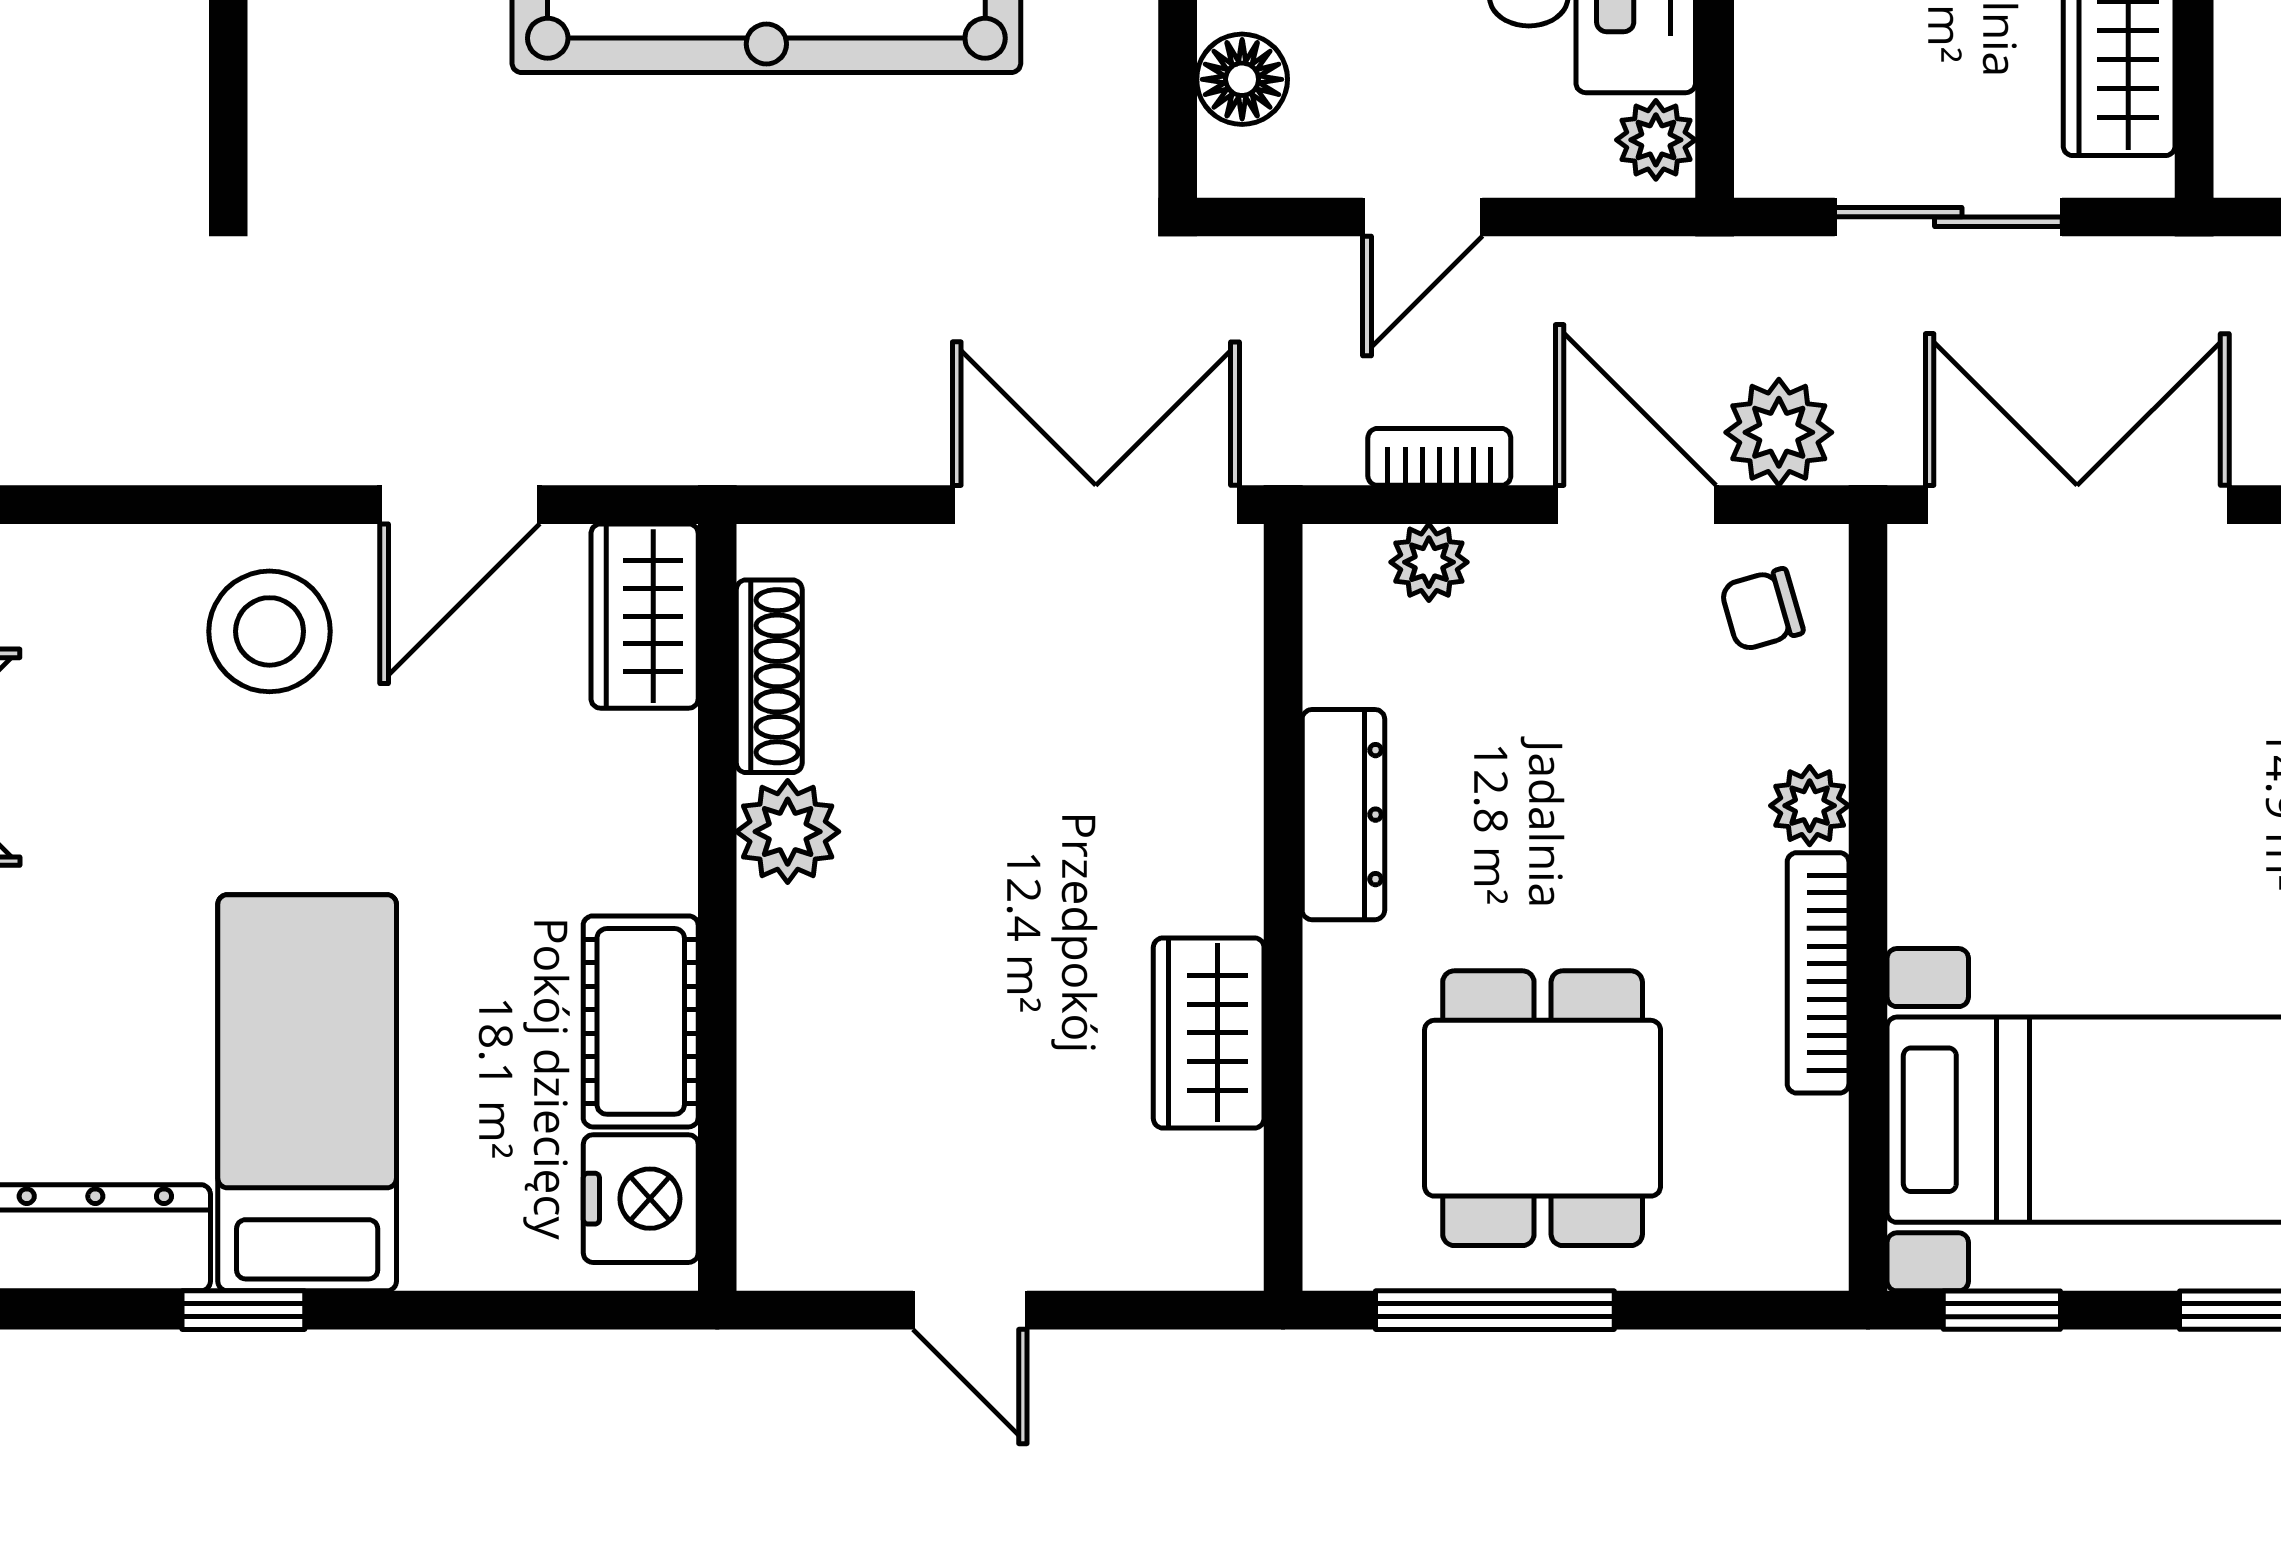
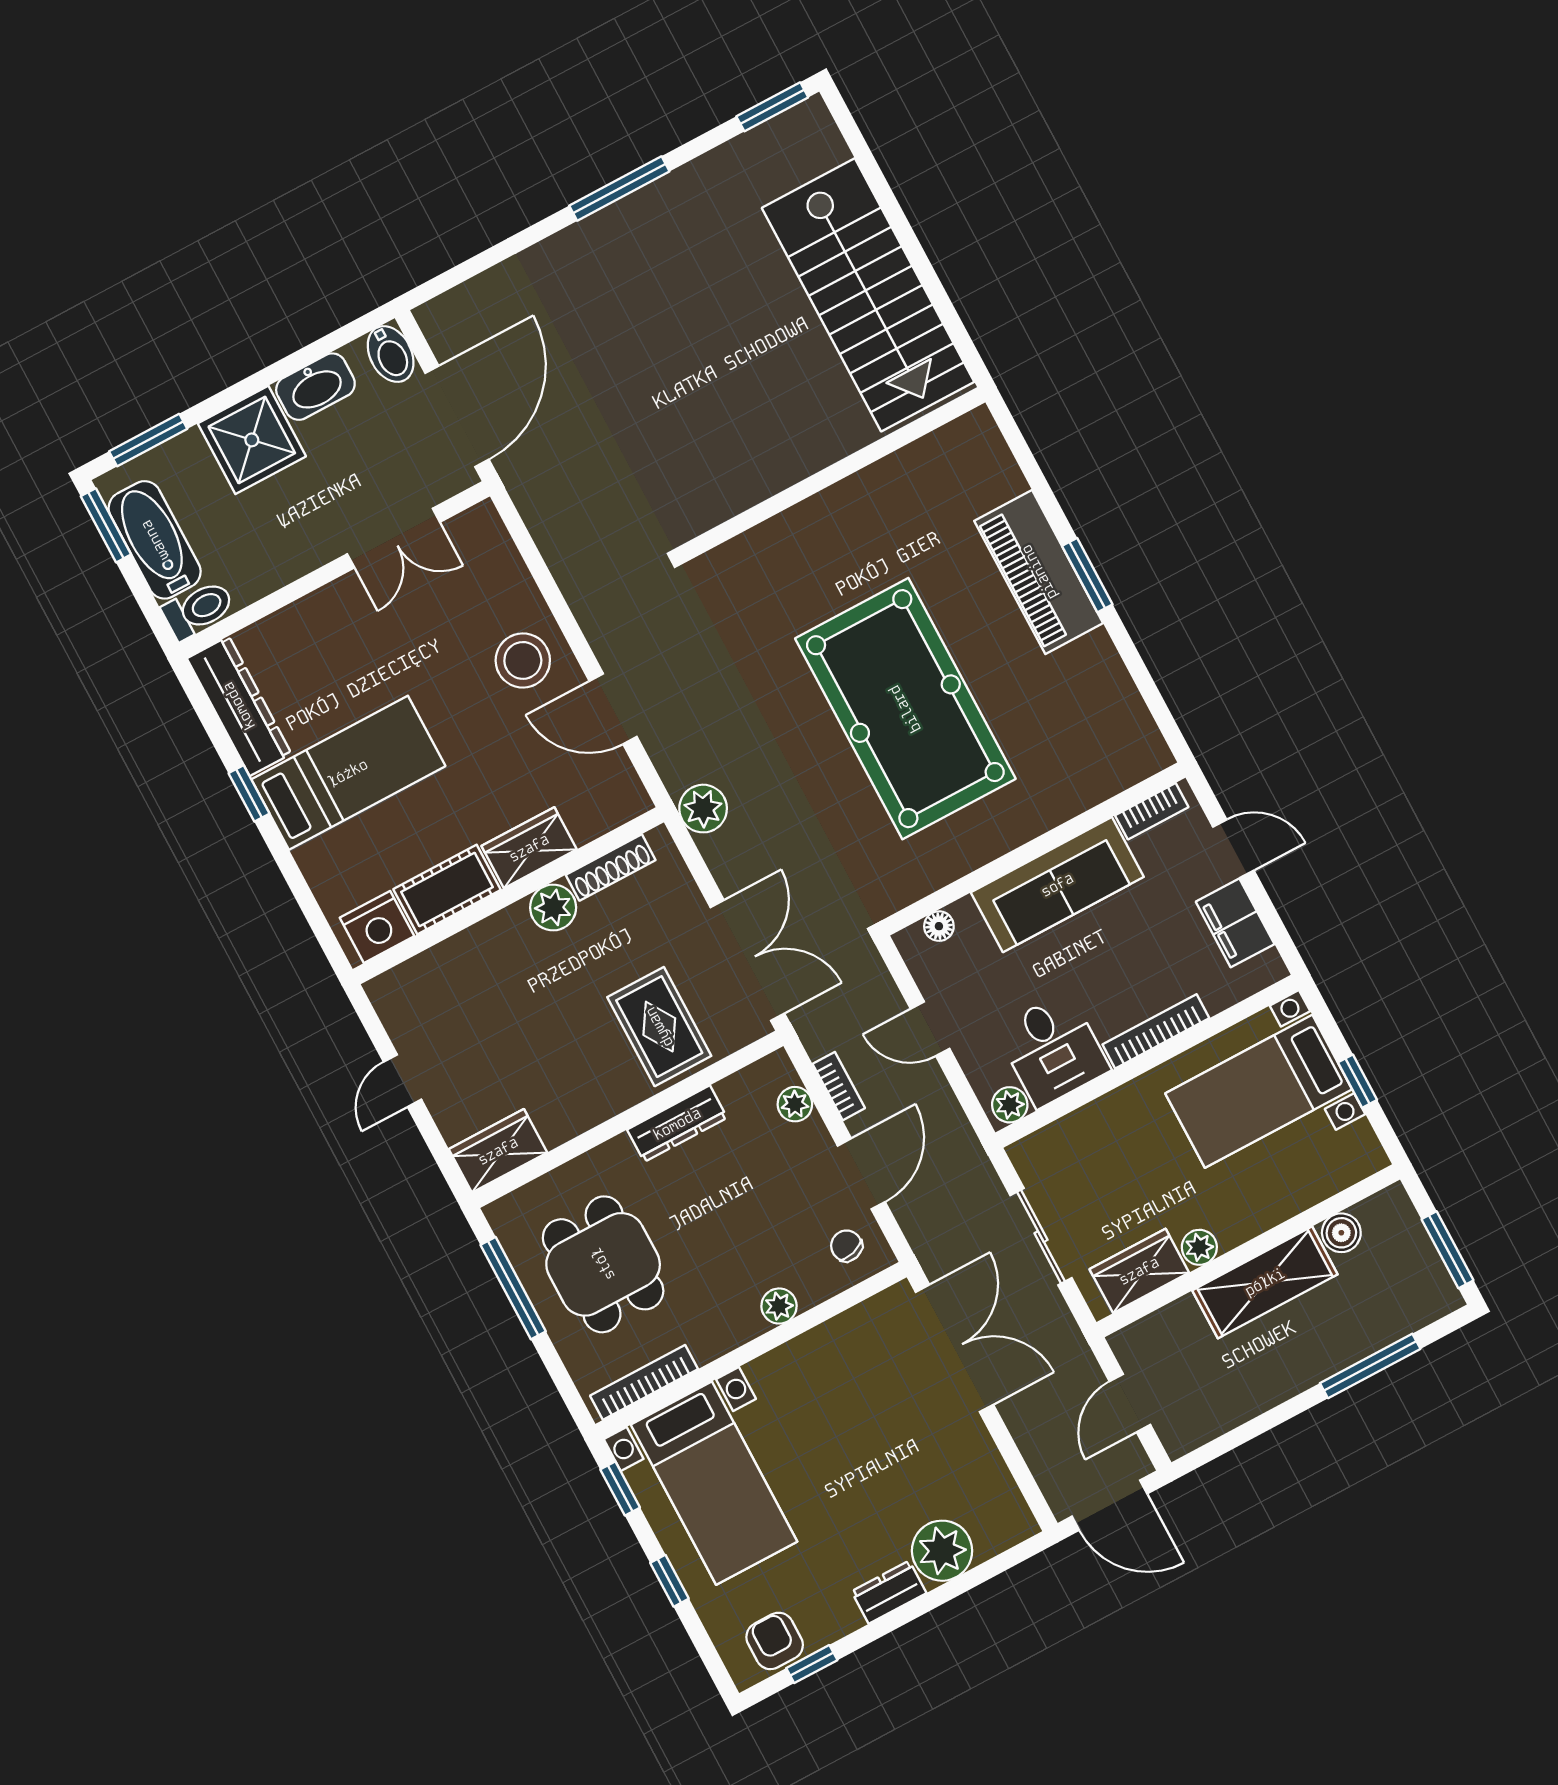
floor lamp: (1242, 79) -> (939, 926), width x0.73, depth x0.73
plant: (1779, 432) -> (703, 809), moved
wardrobe: (645, 616) -> (529, 848), moved
rug: (1134, 748) -> (659, 1027), added
bookcase: (1818, 973) -> (644, 1382), moved
wardrobe: (1209, 1033) -> (498, 1151), moved
dining table: (1543, 1108) -> (603, 1264), turned 90

